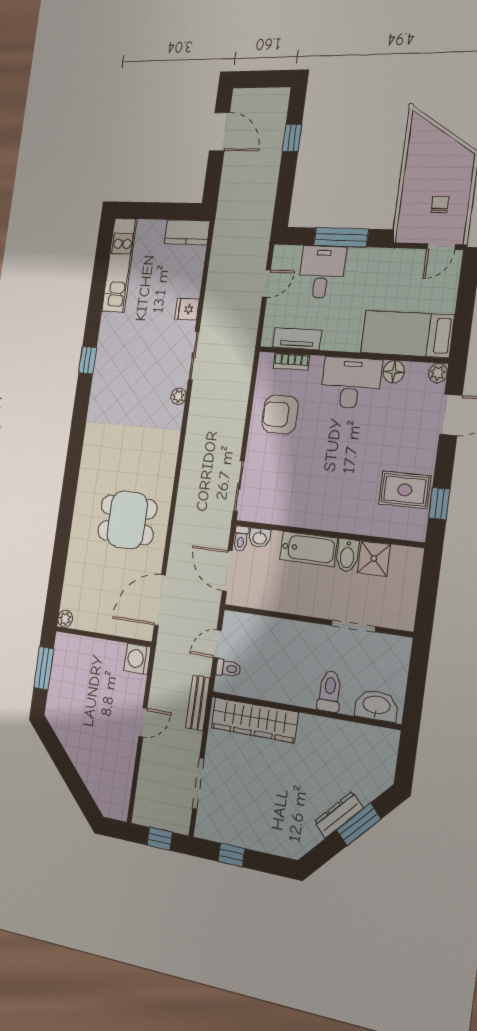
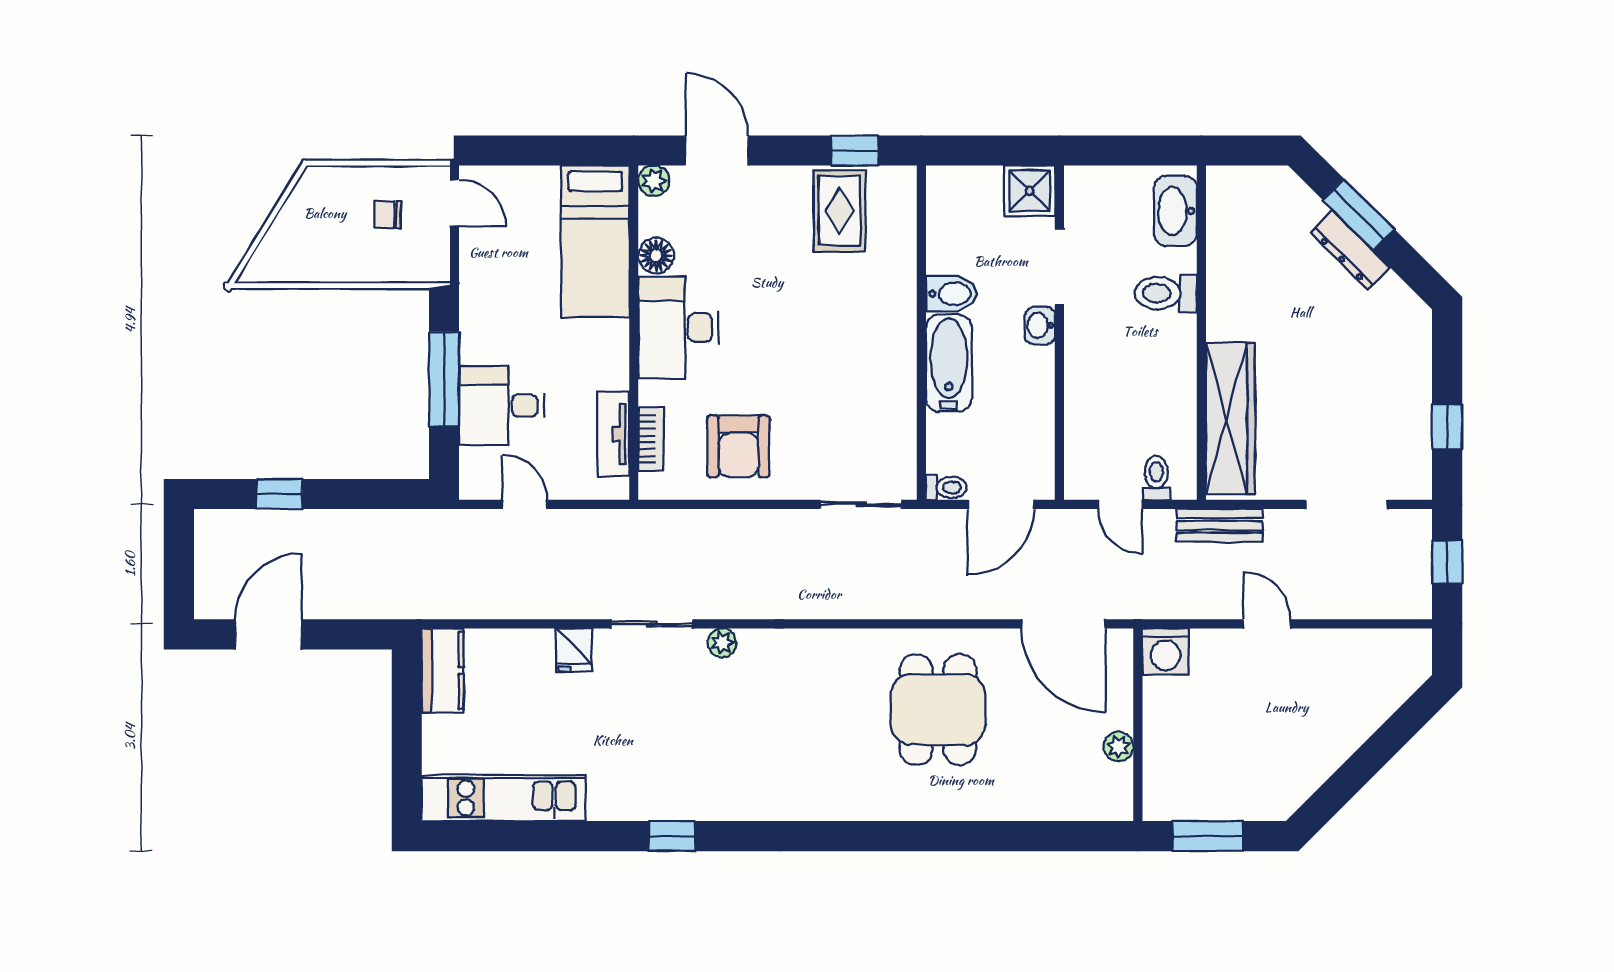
washbasin: (260, 538) -> (1040, 325), moved, turned 180
shower: (374, 559) -> (1030, 191), moved
plant: (65, 619) -> (1119, 747), moved

